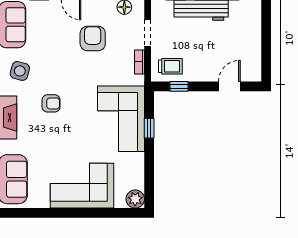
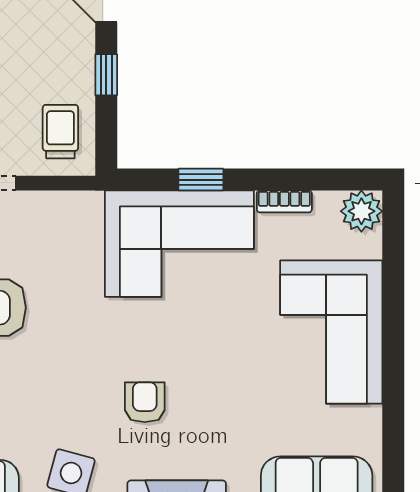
bookcase: (140, 62) -> (284, 201), moved
window: (179, 86) -> (106, 75), moved

